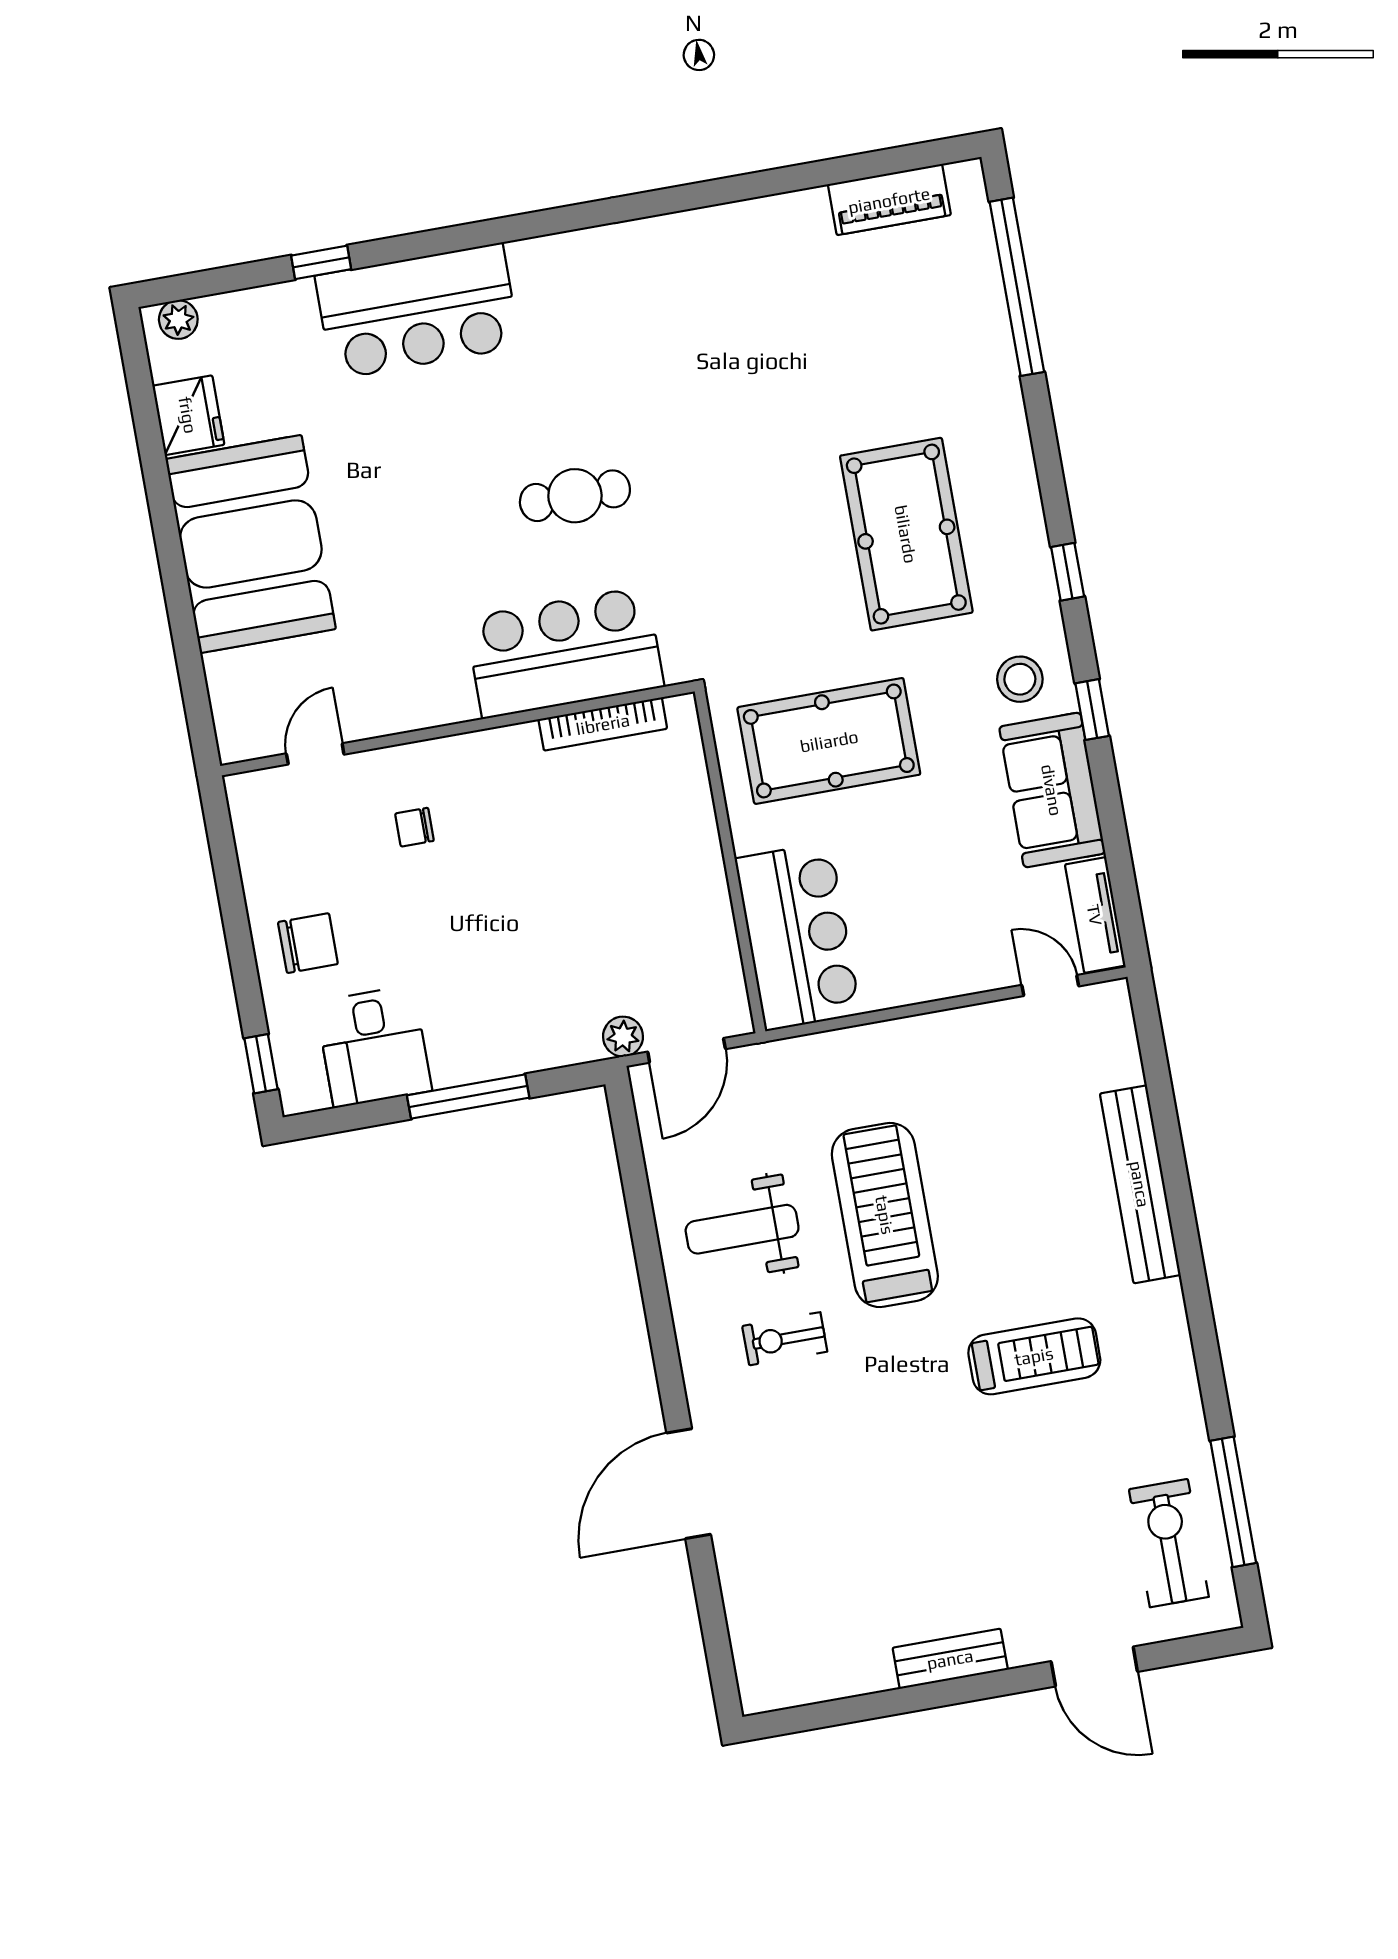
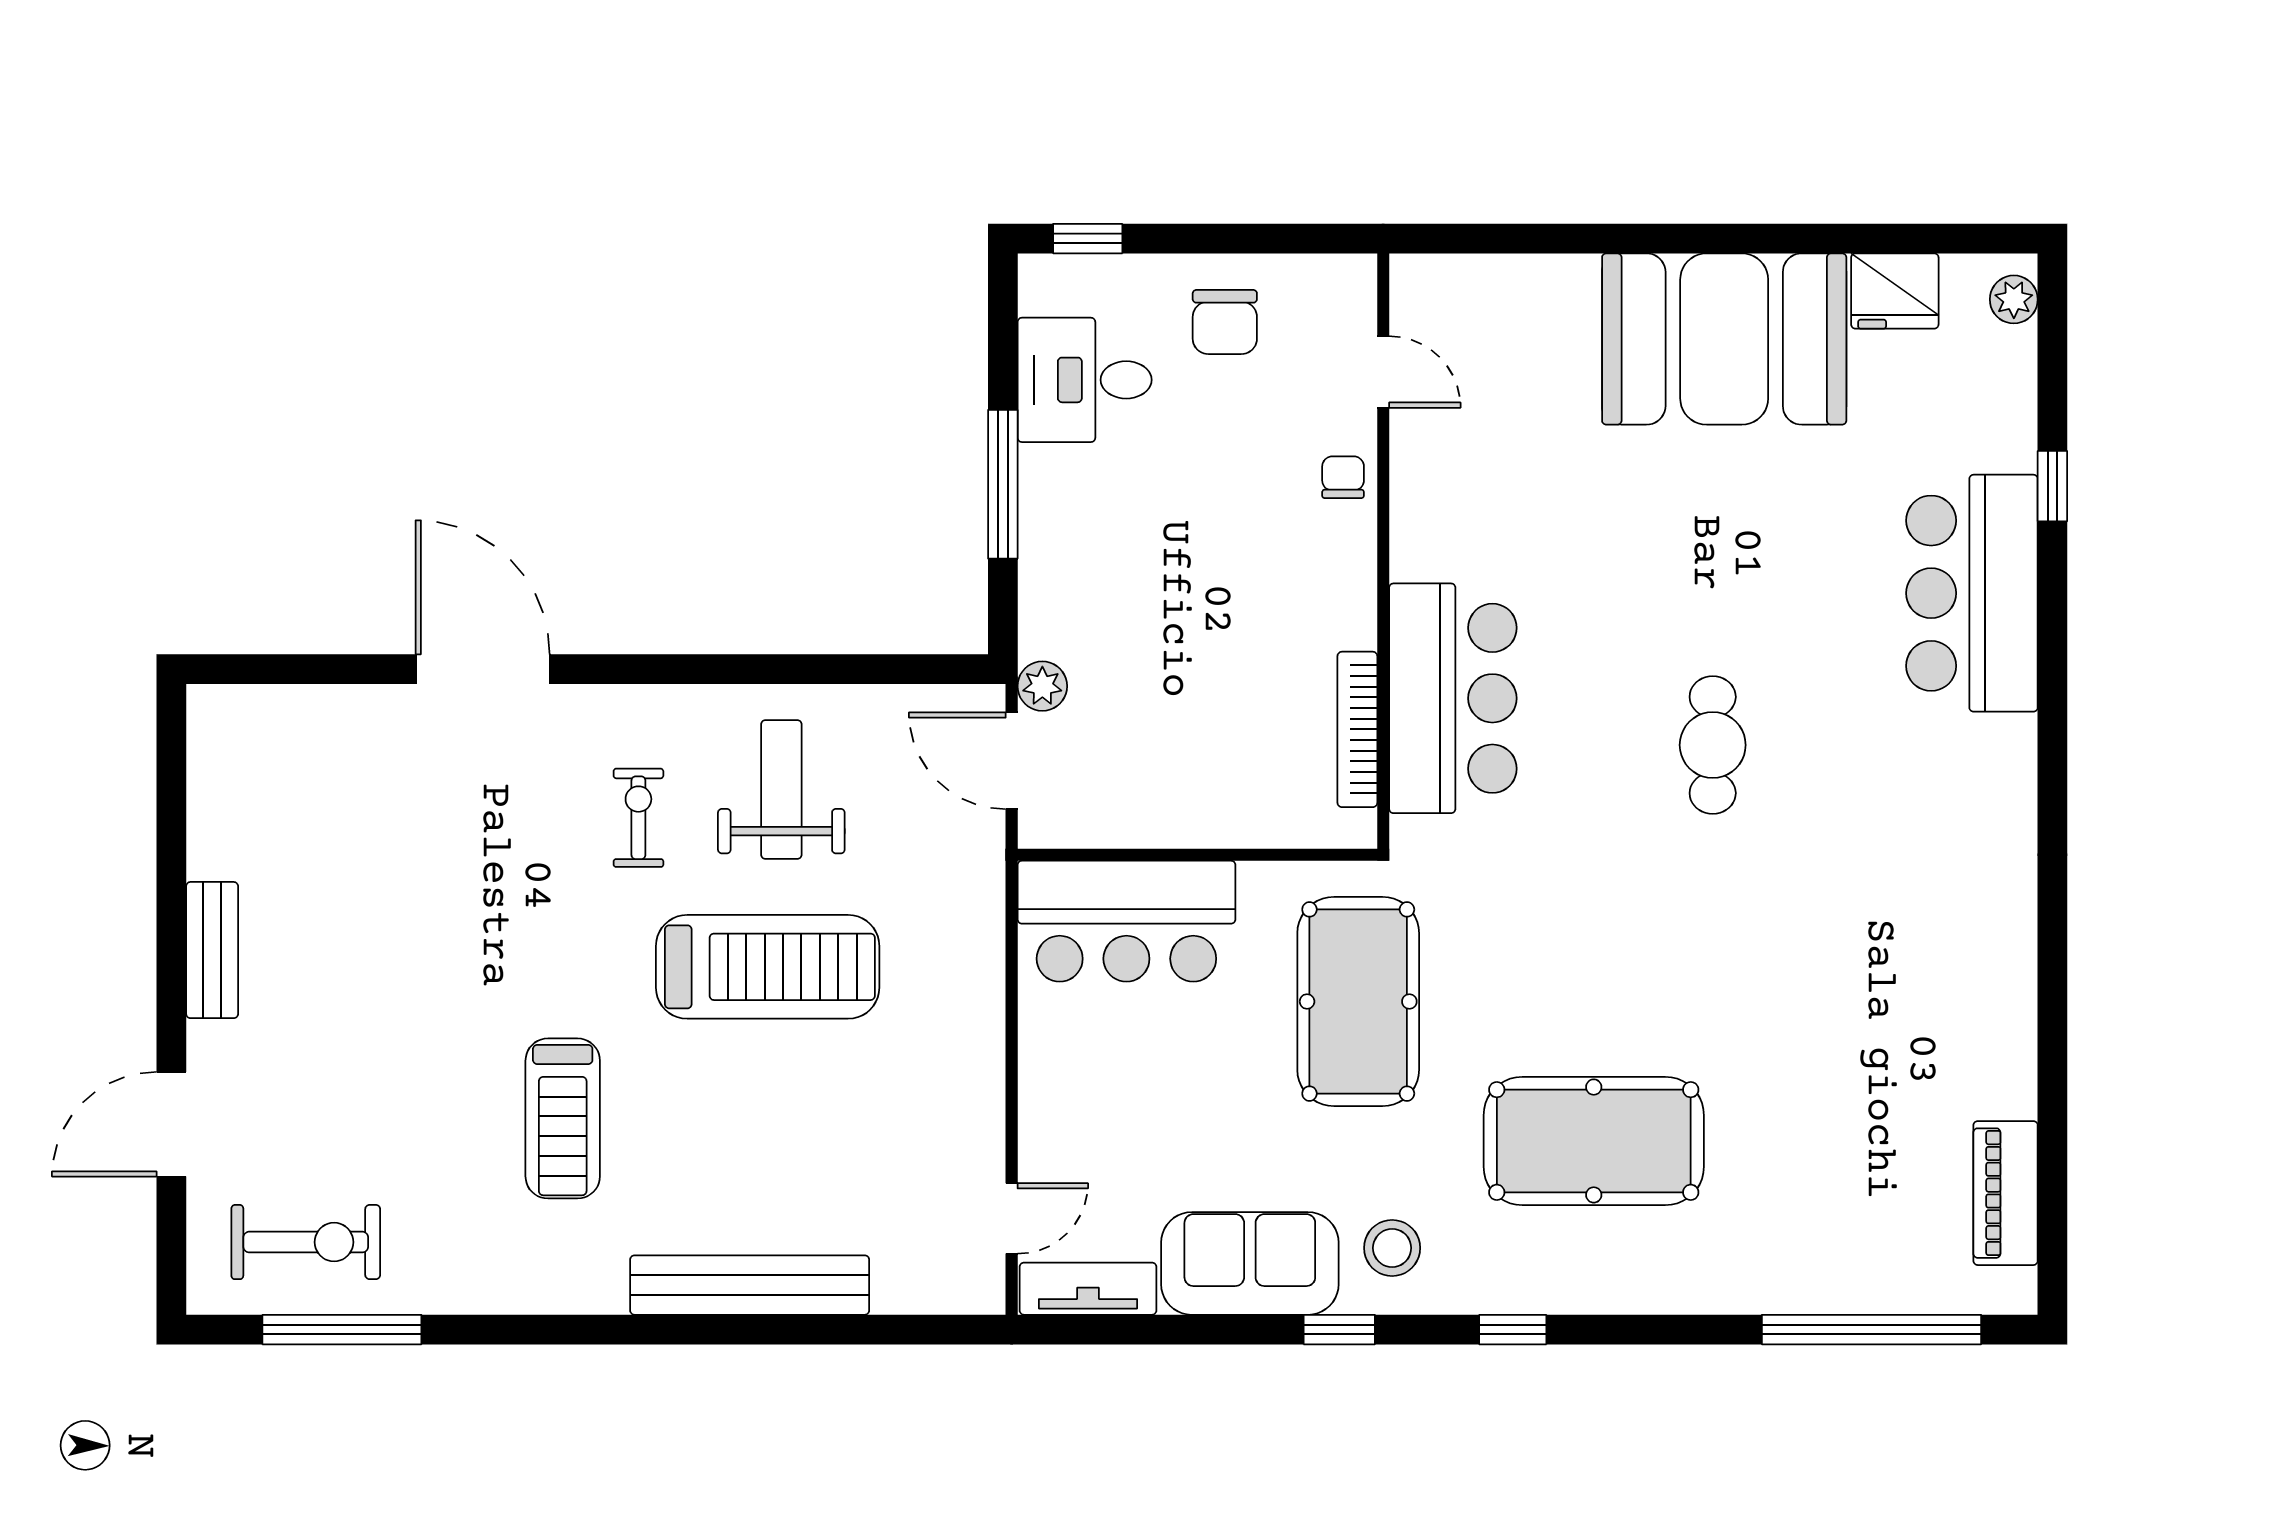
bar counter: (565, 652) -> (1453, 698), moved
bookcase: (603, 724) -> (1357, 729), moved
wall: (457, 729) -> (1383, 551), moved
door: (315, 754) -> (1383, 372), moved

